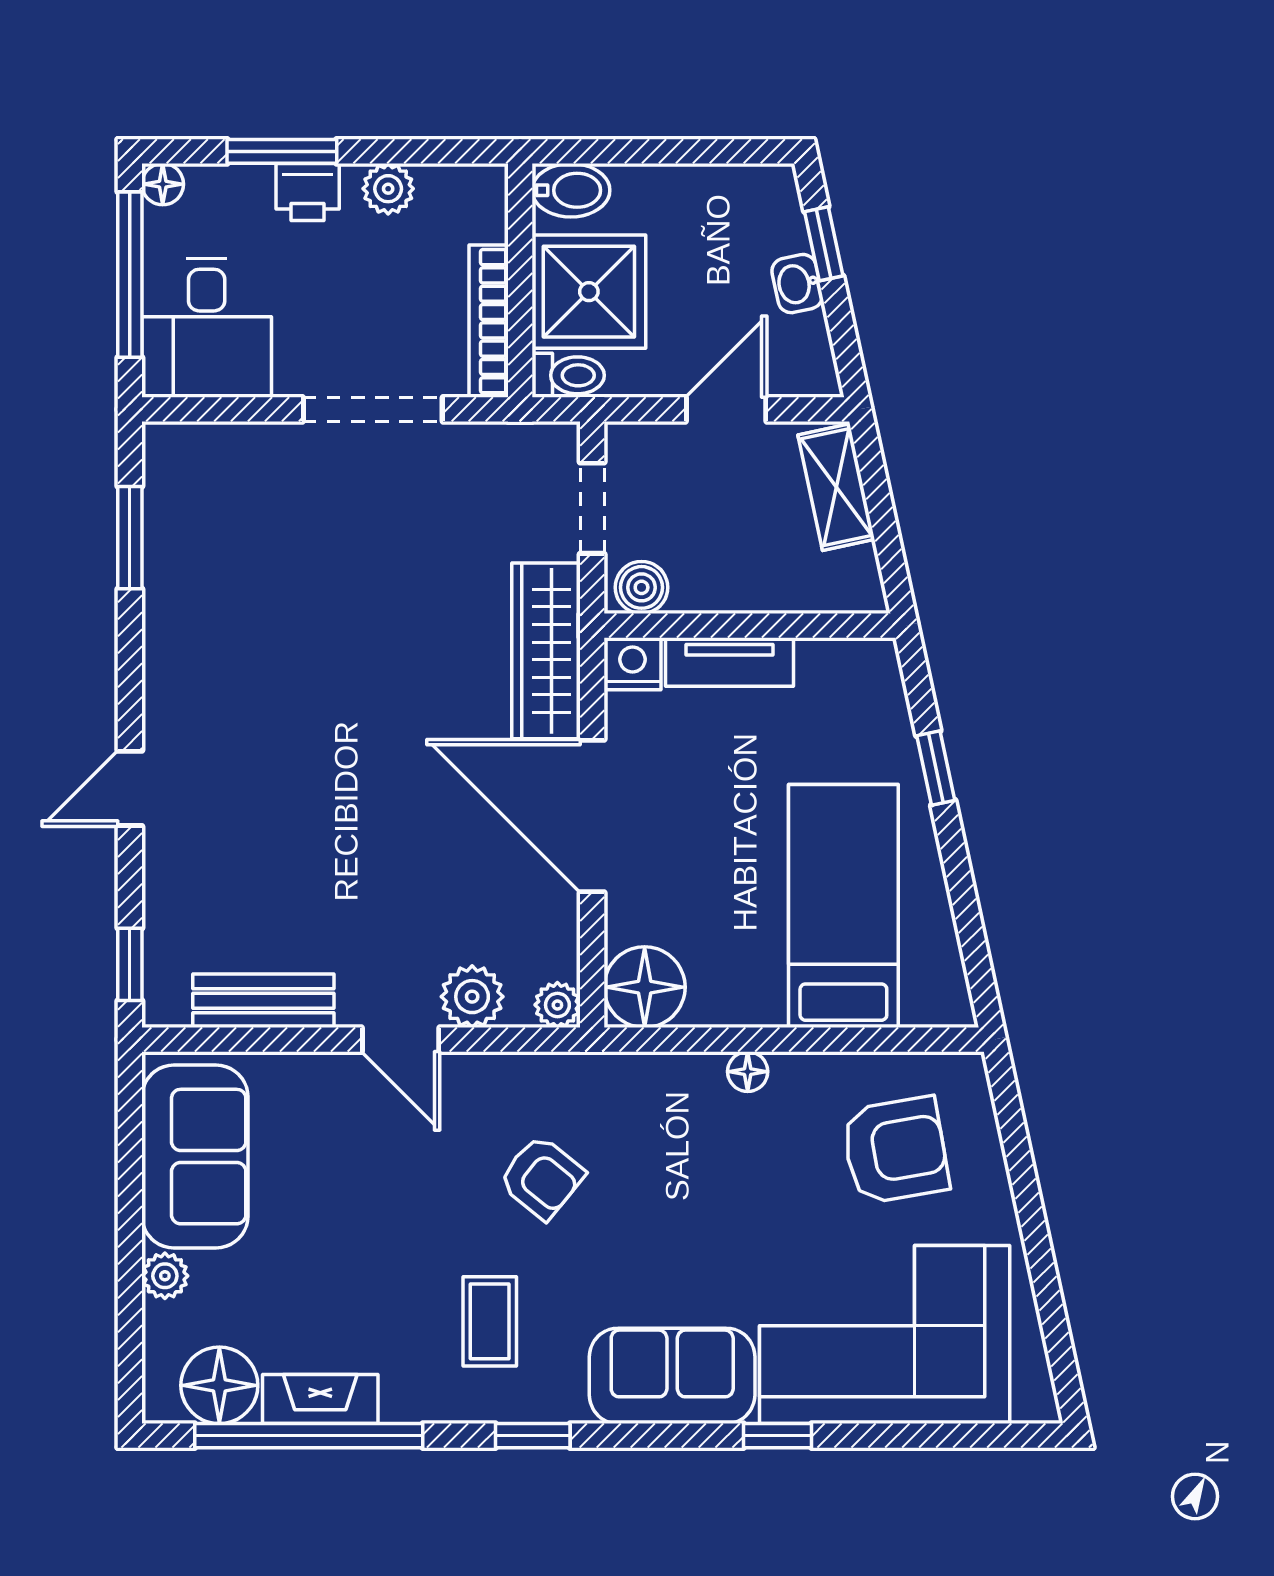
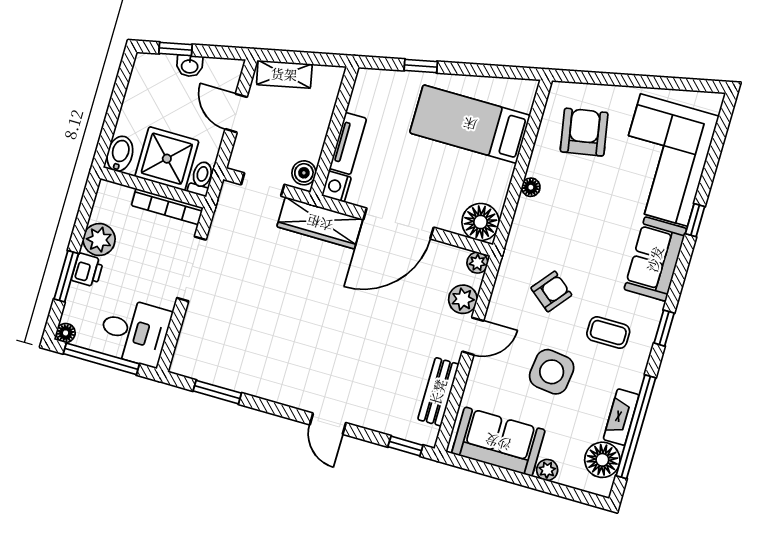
plant: (388, 189) -> (99, 240), width x1.38, depth x1.38
side table: (373, 1226) -> (552, 372), added

